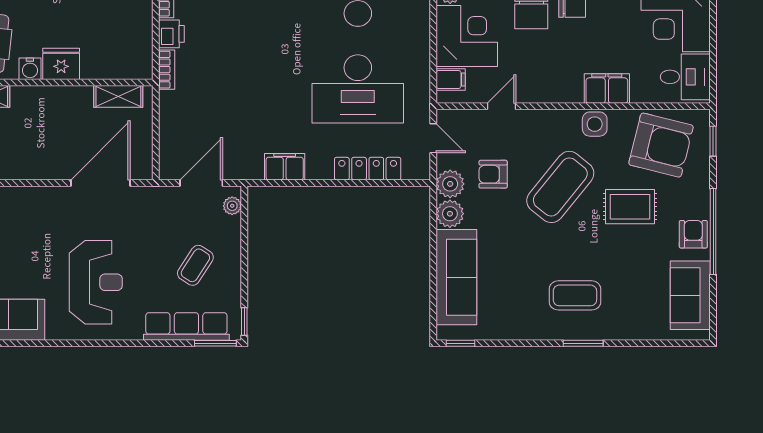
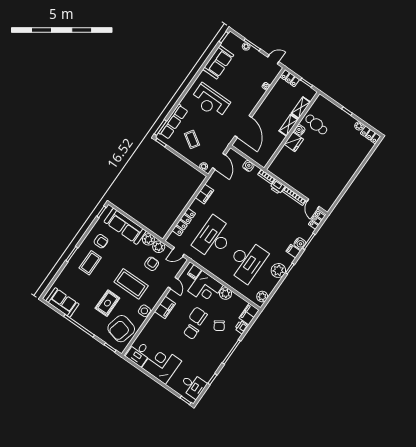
filing cabinet: (607, 89) -> (165, 307), moved
shelving: (118, 96) -> (289, 125), moved
water cooler: (170, 119) -> (248, 166), added
coffee table: (560, 187) -> (131, 284), turned -39
armchair: (693, 234) -> (101, 241), moved

